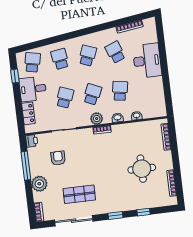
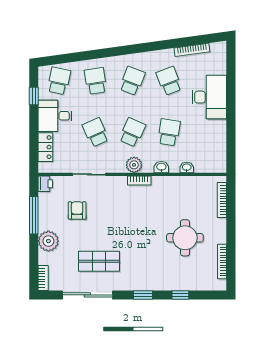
school desk: (65, 98) -> (96, 132), turned -45

